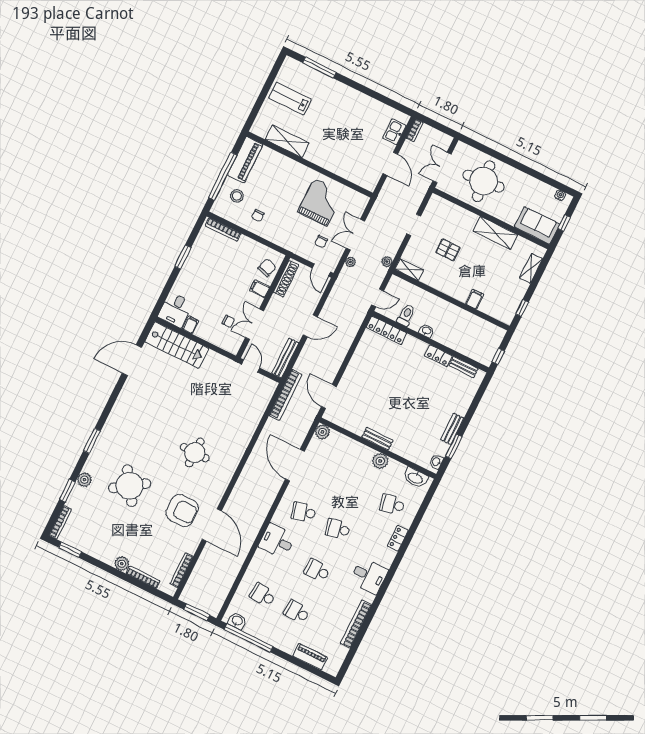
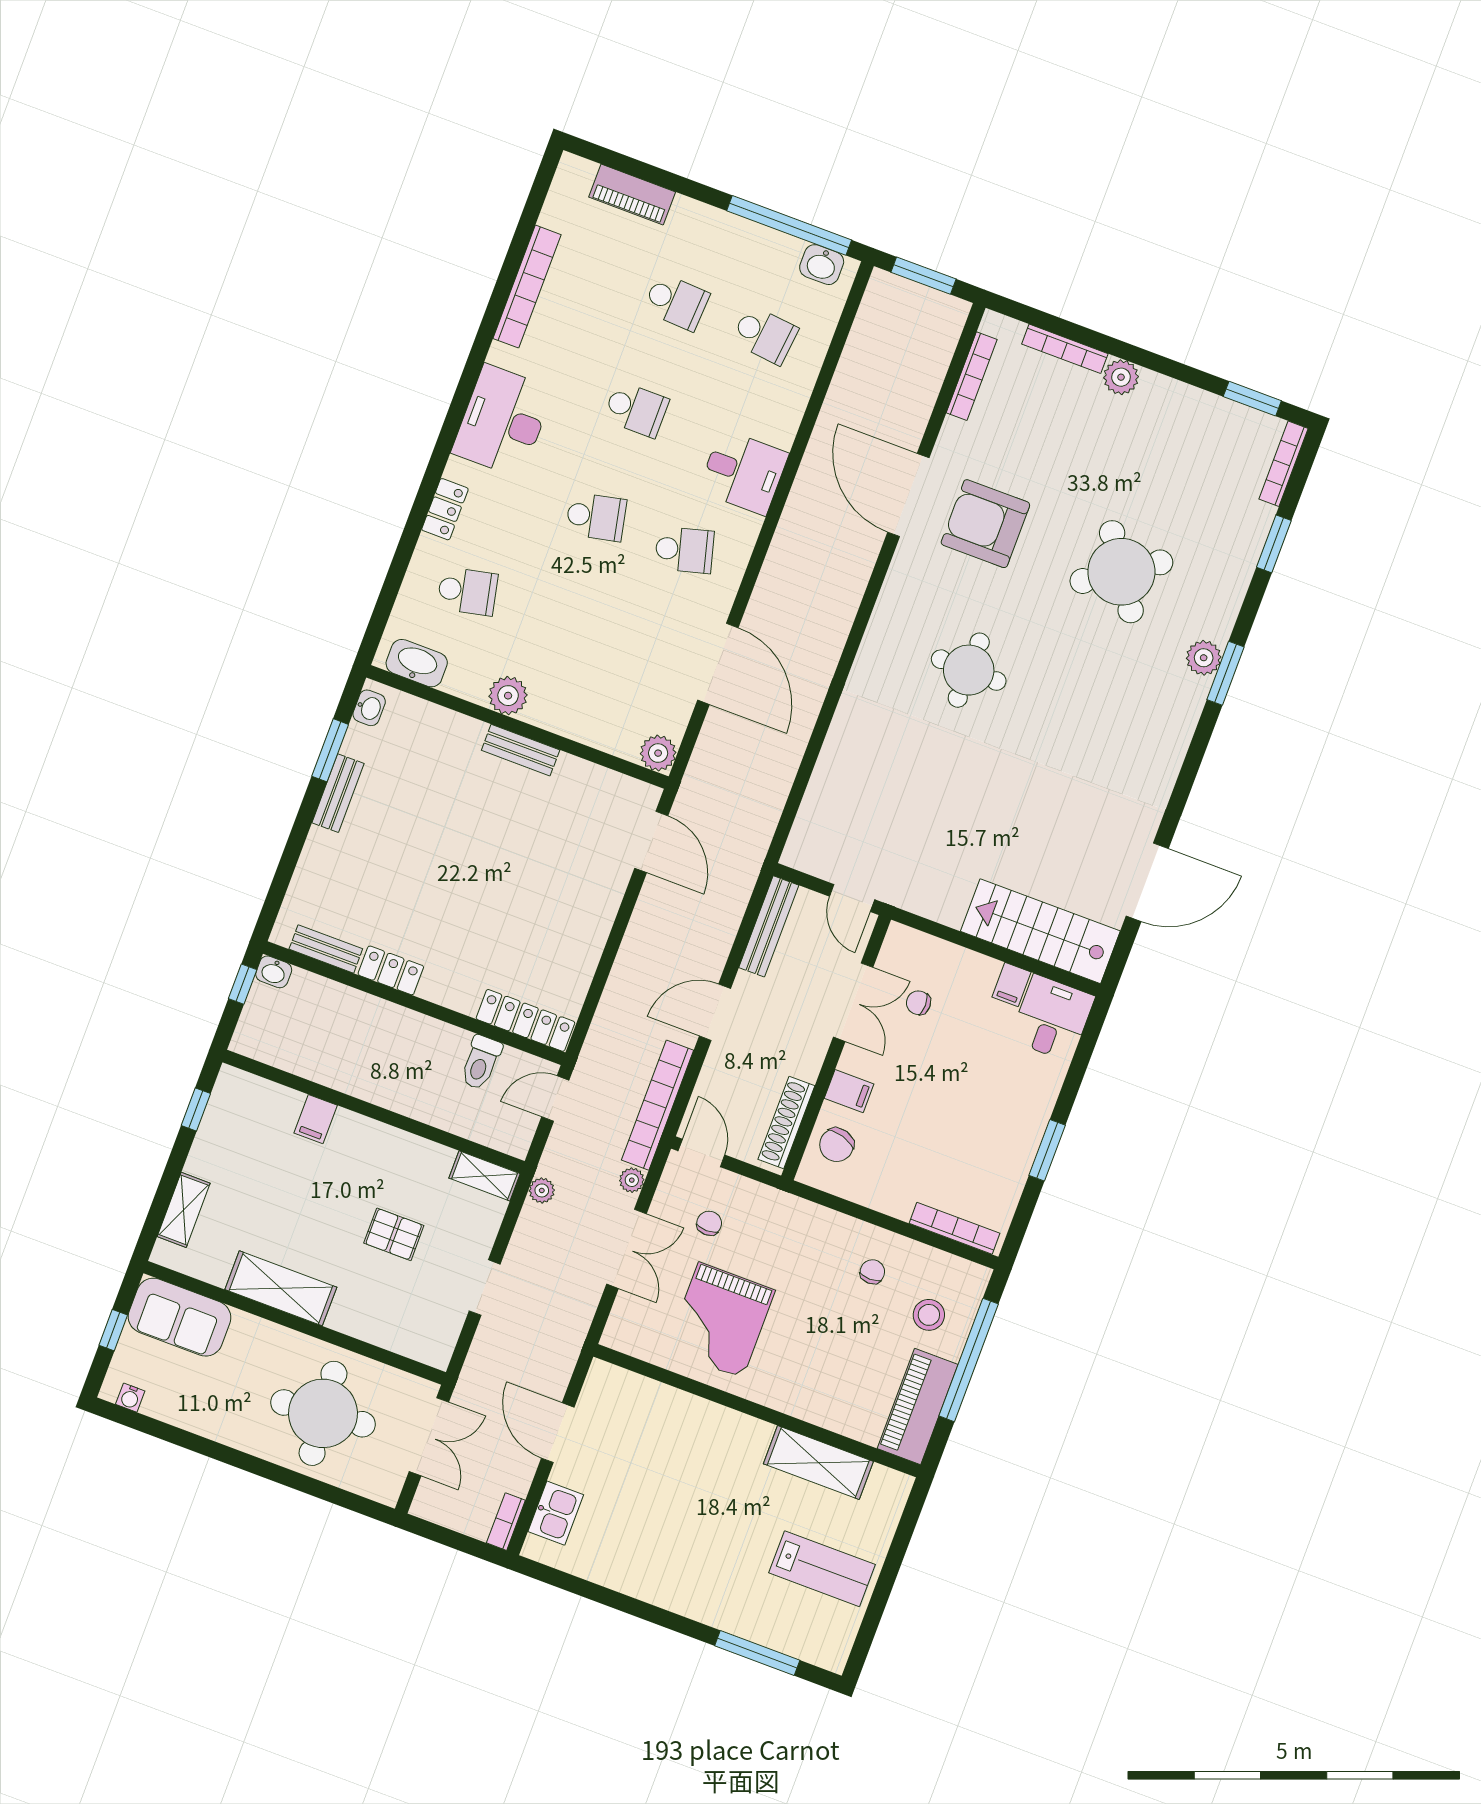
washbasin: (426, 331) -> (274, 972), moved
bookcase: (286, 395) -> (658, 1105), moved
plant: (84, 480) -> (1204, 658), moved
desk: (369, 576) -> (503, 421), width x1.37

